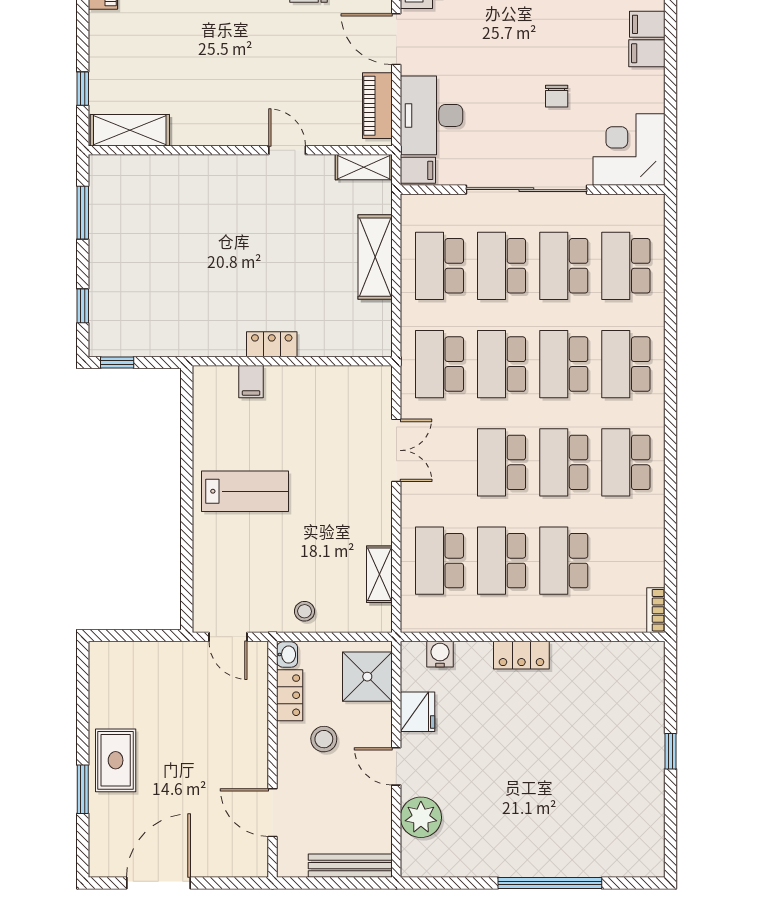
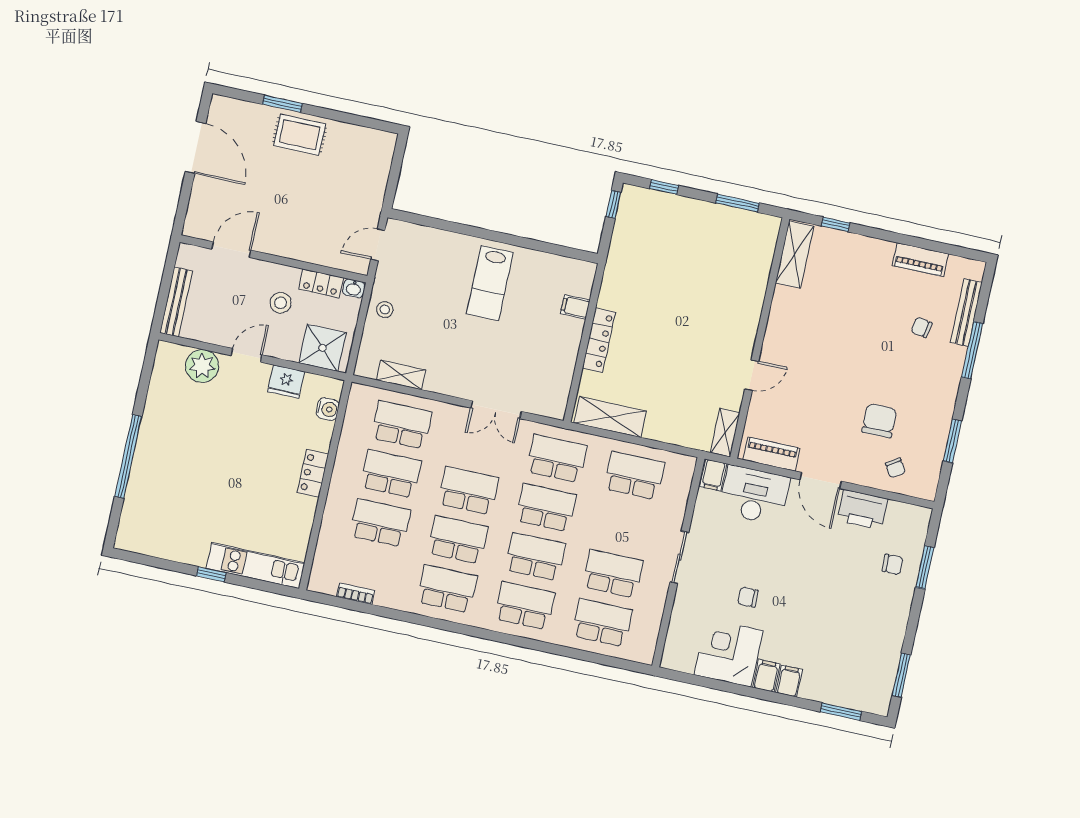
door: (396, 39) -> (821, 480), swing flipped
corner desk: (629, 150) -> (729, 653), moved, turned -90
sliding door: (526, 190) -> (679, 557), width x0.54
shelving: (375, 257) -> (610, 417), moved
school desk: (502, 266) -> (624, 525), removed
locker: (272, 344) -> (599, 340), width x1.53
bookcase: (656, 610) -> (356, 594), moved
kitchen unit: (648, 700) -> (256, 566), added

